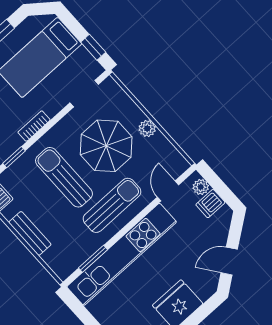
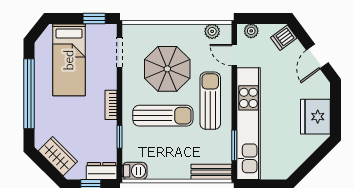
plant: (147, 129) -> (212, 31), moved
sun lounger: (64, 177) -> (163, 116), turned 180
dishwasher: (210, 204) -> (284, 38), moved, turned 54
bench: (30, 233) -> (211, 172), moved

